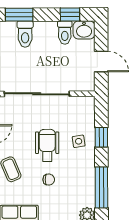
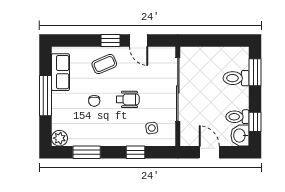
door: (101, 62) -> (209, 152), swing flipped
side table: (79, 141) -> (152, 128), moved
wheelchair: (47, 145) -> (128, 99), width x0.73, depth x0.73
window: (101, 187) -> (87, 152), width x0.69

